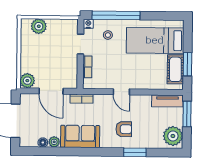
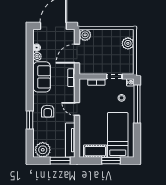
window: (187, 64) -> (111, 161), moved
door: (121, 92) -> (77, 109), hinge flipped
tv unit: (167, 101) -> (70, 140), width x1.41

